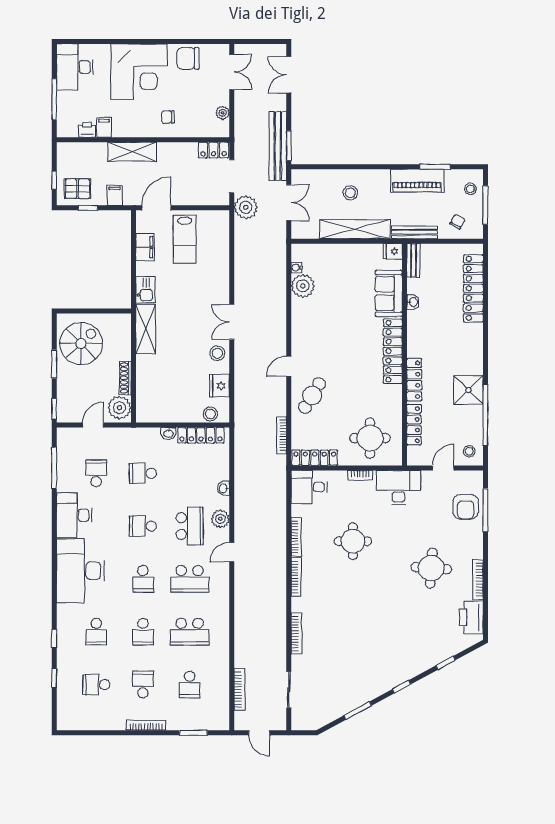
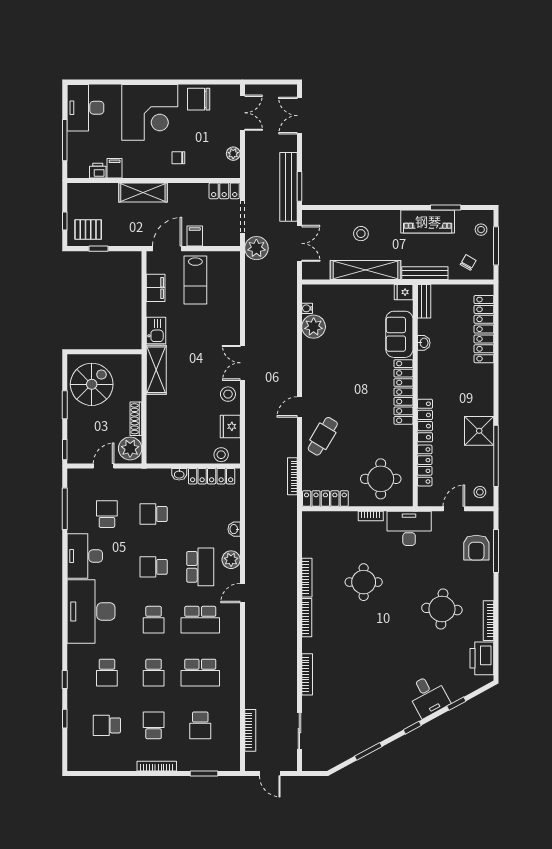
filing cabinet: (115, 195) -> (195, 236), moved
desk: (309, 487) -> (428, 696), moved, turned -118

